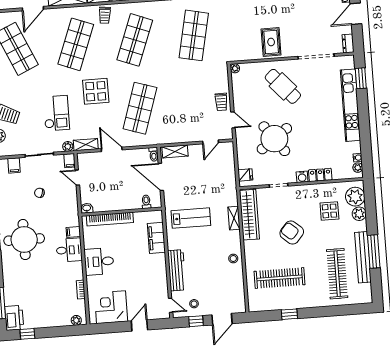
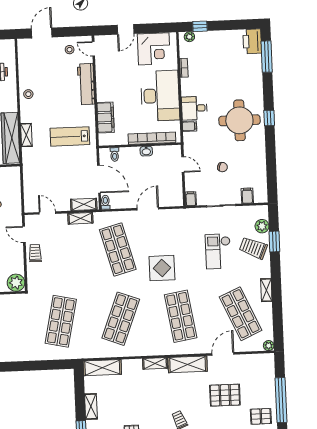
trolley: (105, 15) -> (150, 345), removed
shop shelf: (76, 44) -> (181, 316), turned -30
plant: (235, 68) -> (16, 283), width x1.88, depth x1.88
shop shelf: (140, 108) -> (118, 249), turned -33
checkout: (56, 113) -> (218, 251), moved
door: (211, 142) -> (47, 213), hinge flipped
shelving: (86, 145) -> (80, 218), moved
plant: (68, 146) -> (192, 213), removed
door: (112, 149) -> (148, 209), swing flipped
fridge: (245, 175) -> (13, 178), removed
door: (77, 178) -> (183, 165), moved
washbasin: (87, 208) -> (146, 151), moved
desk: (99, 262) -> (160, 96), width x1.87, depth x1.30
window: (196, 321) -> (68, 32), removed
window: (27, 334) -> (200, 26), moved

